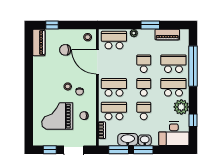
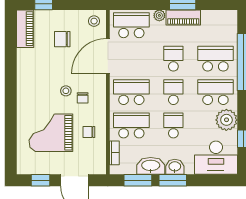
piano: (167, 35) -> (183, 17), moved
door: (97, 62) -> (108, 56), hinge flipped

